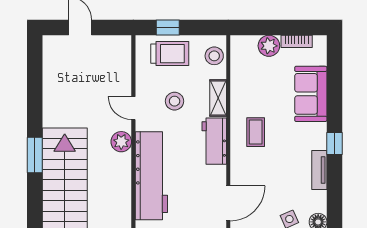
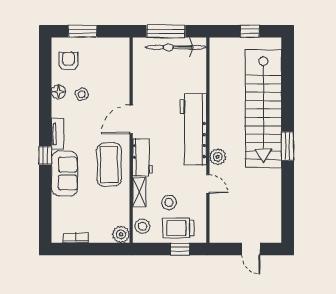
plant: (269, 46) -> (121, 234), moved
sofa: (311, 94) -> (64, 173), moved
stool: (175, 101) -> (169, 202), moved
coffee table: (256, 132) -> (109, 165), width x1.86, depth x1.72
door: (228, 203) -> (131, 119), moved

